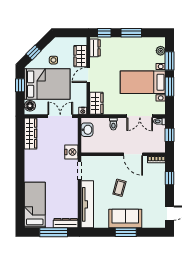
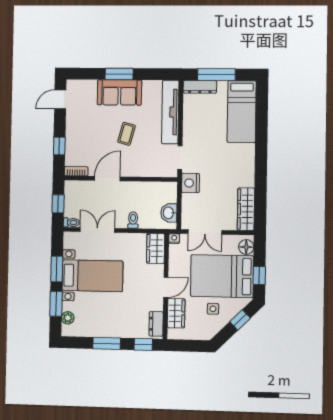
door: (133, 154) -> (107, 179), hinge flipped

